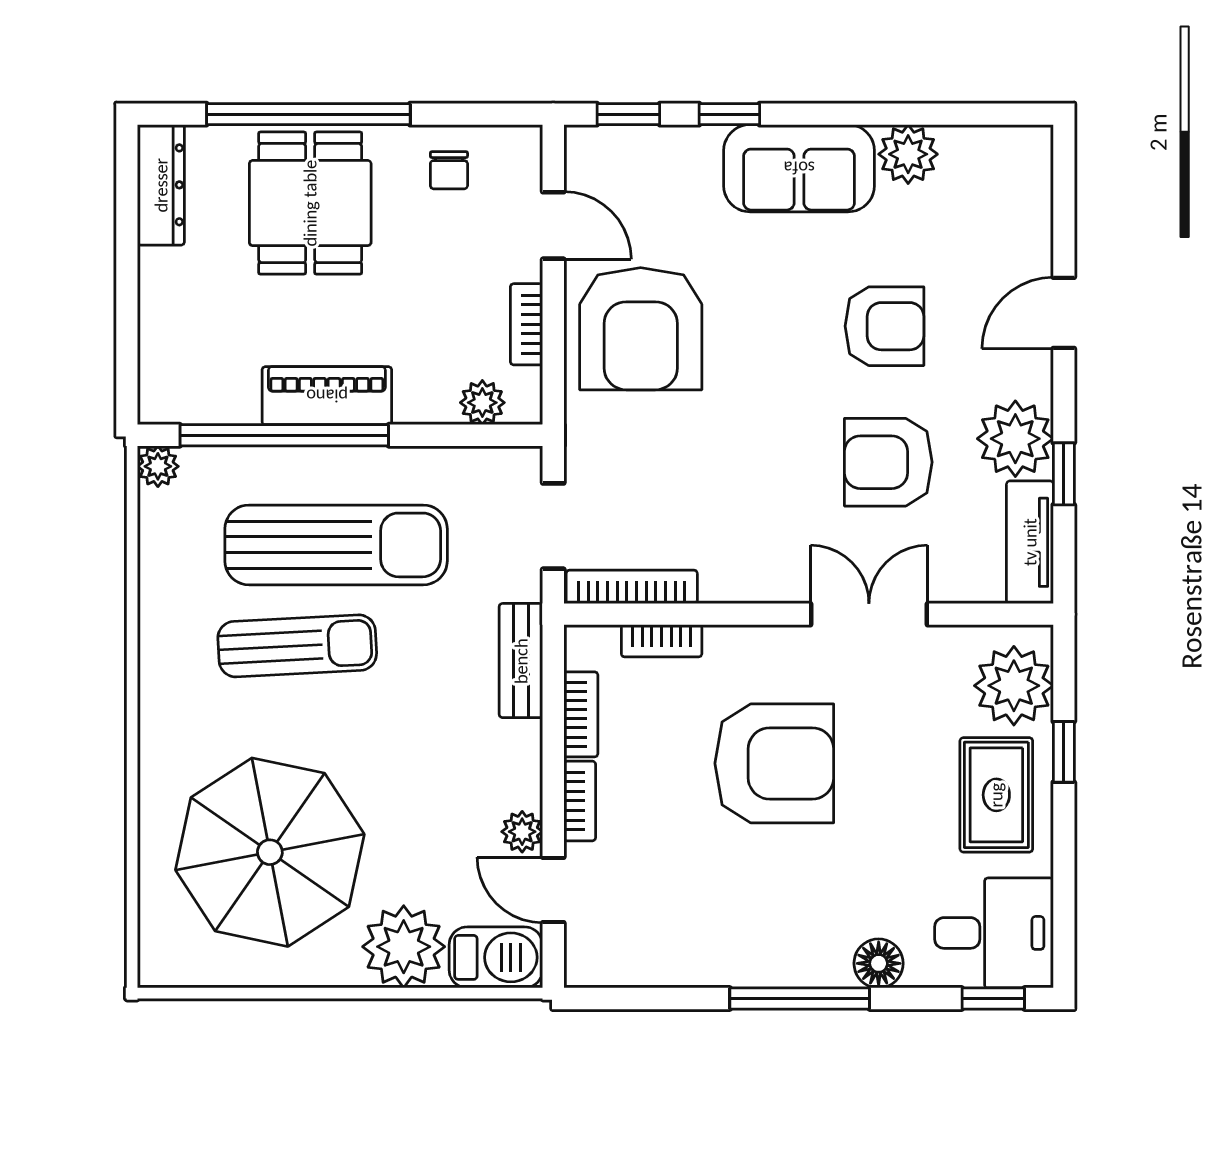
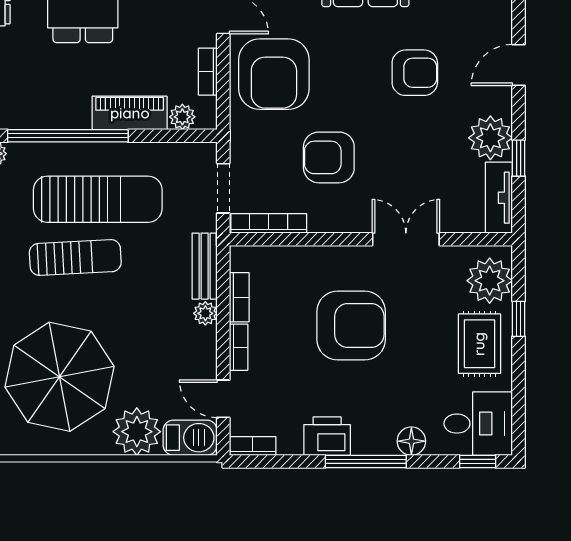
piano: (327, 396) -> (130, 113), moved
armchair: (888, 462) -> (329, 157), moved
bookcase: (662, 641) -> (253, 446), moved, turned 180
plant: (522, 832) -> (205, 313), moved
printer: (733, 955) -> (327, 436), added

